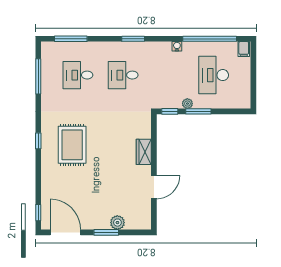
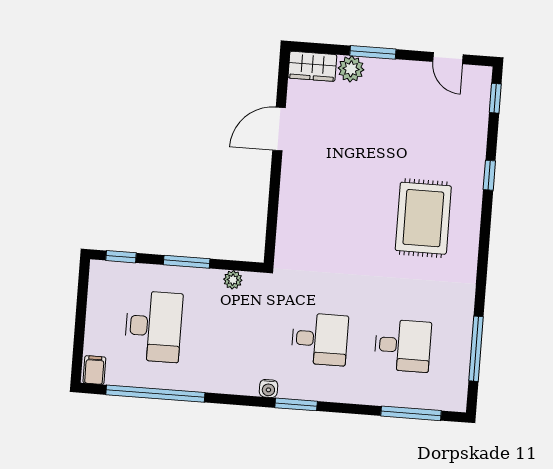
water cooler: (177, 46) -> (269, 388), moved
plant: (187, 104) -> (233, 280), moved
window: (170, 111) -> (121, 257), moved
window: (38, 141) -> (489, 175), moved
wardrobe: (144, 152) -> (312, 66), moved, turned 90
door: (65, 232) -> (448, 58), width x0.53

